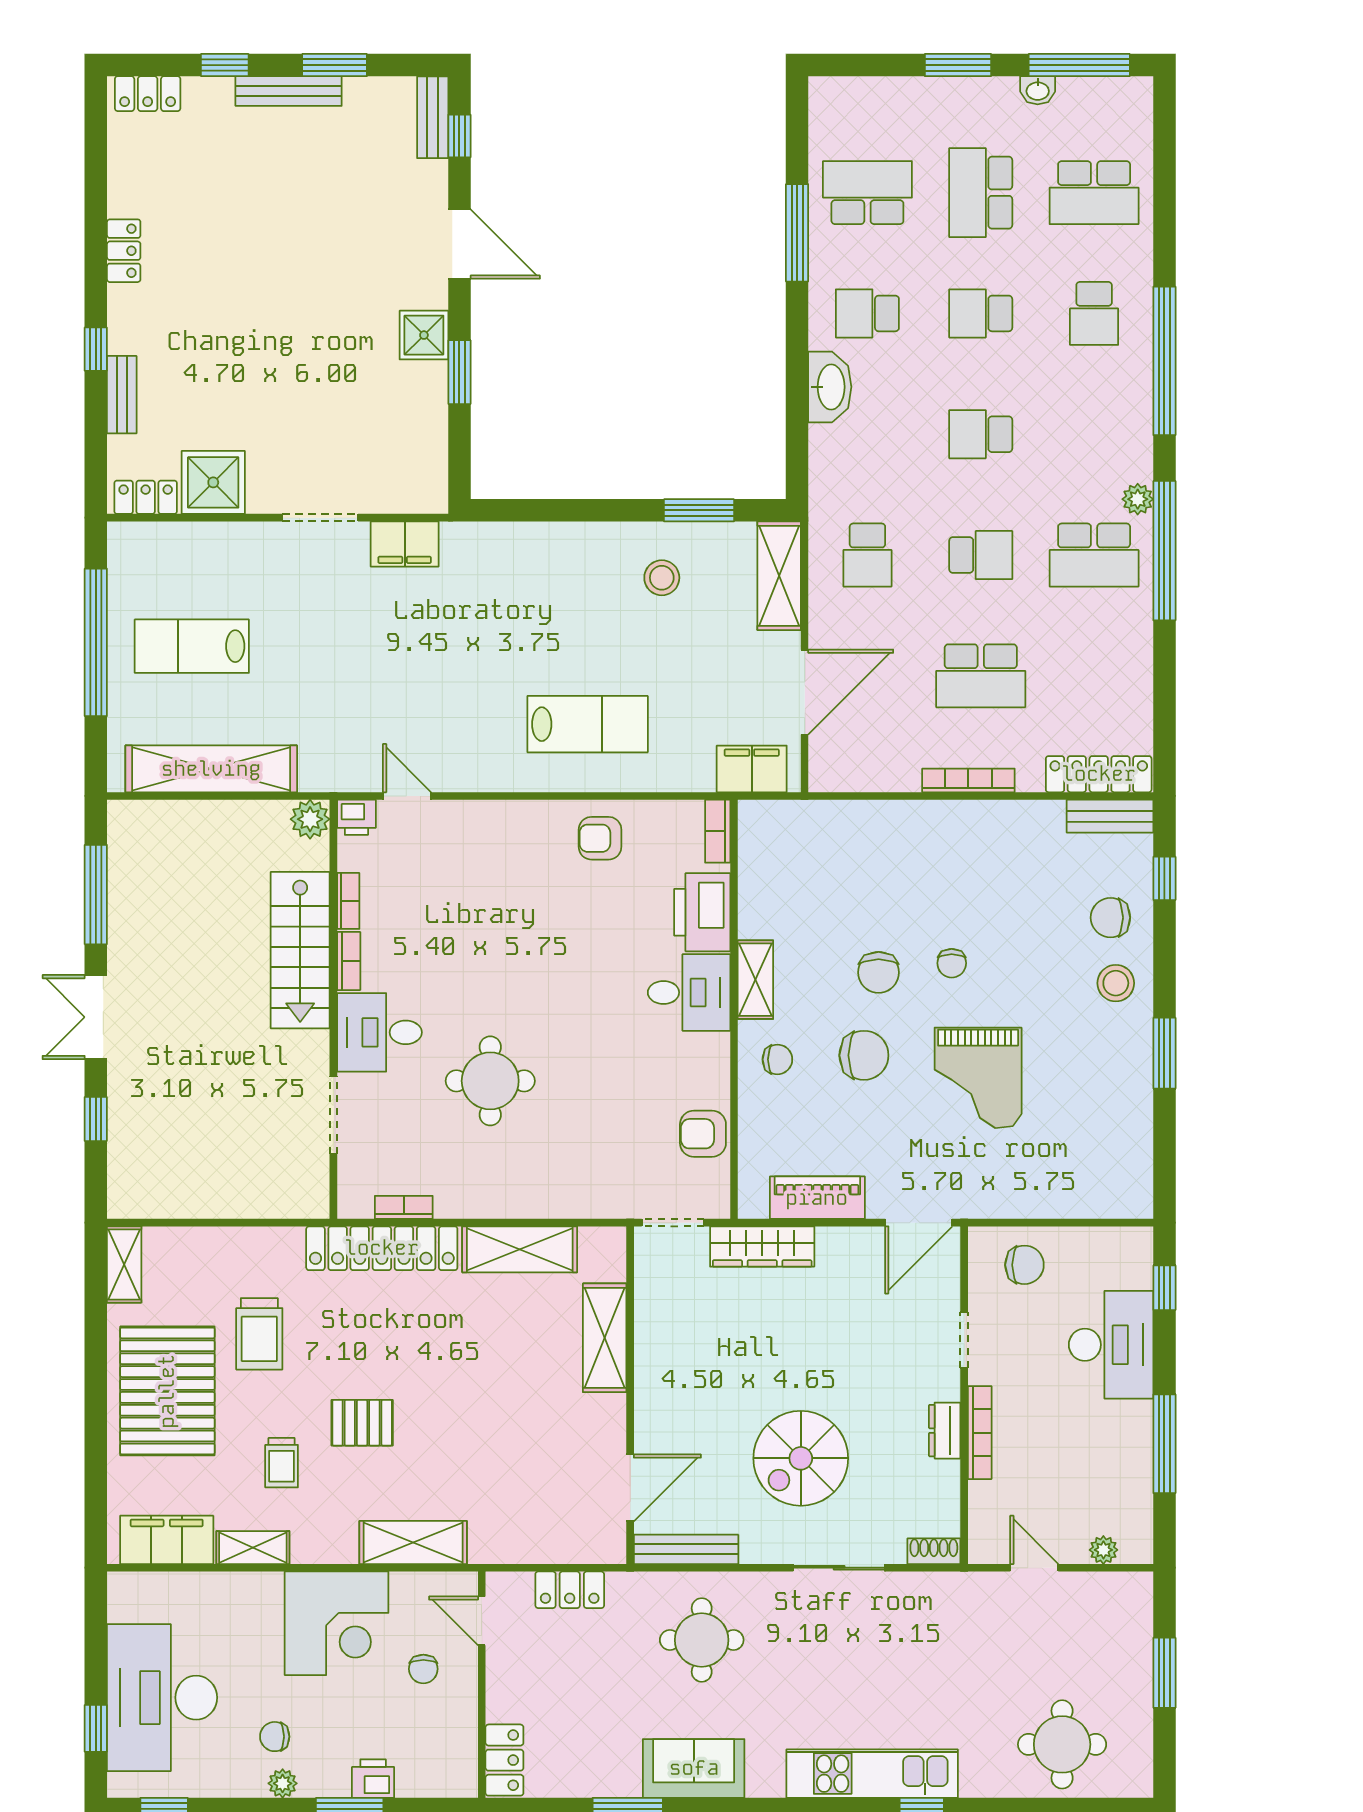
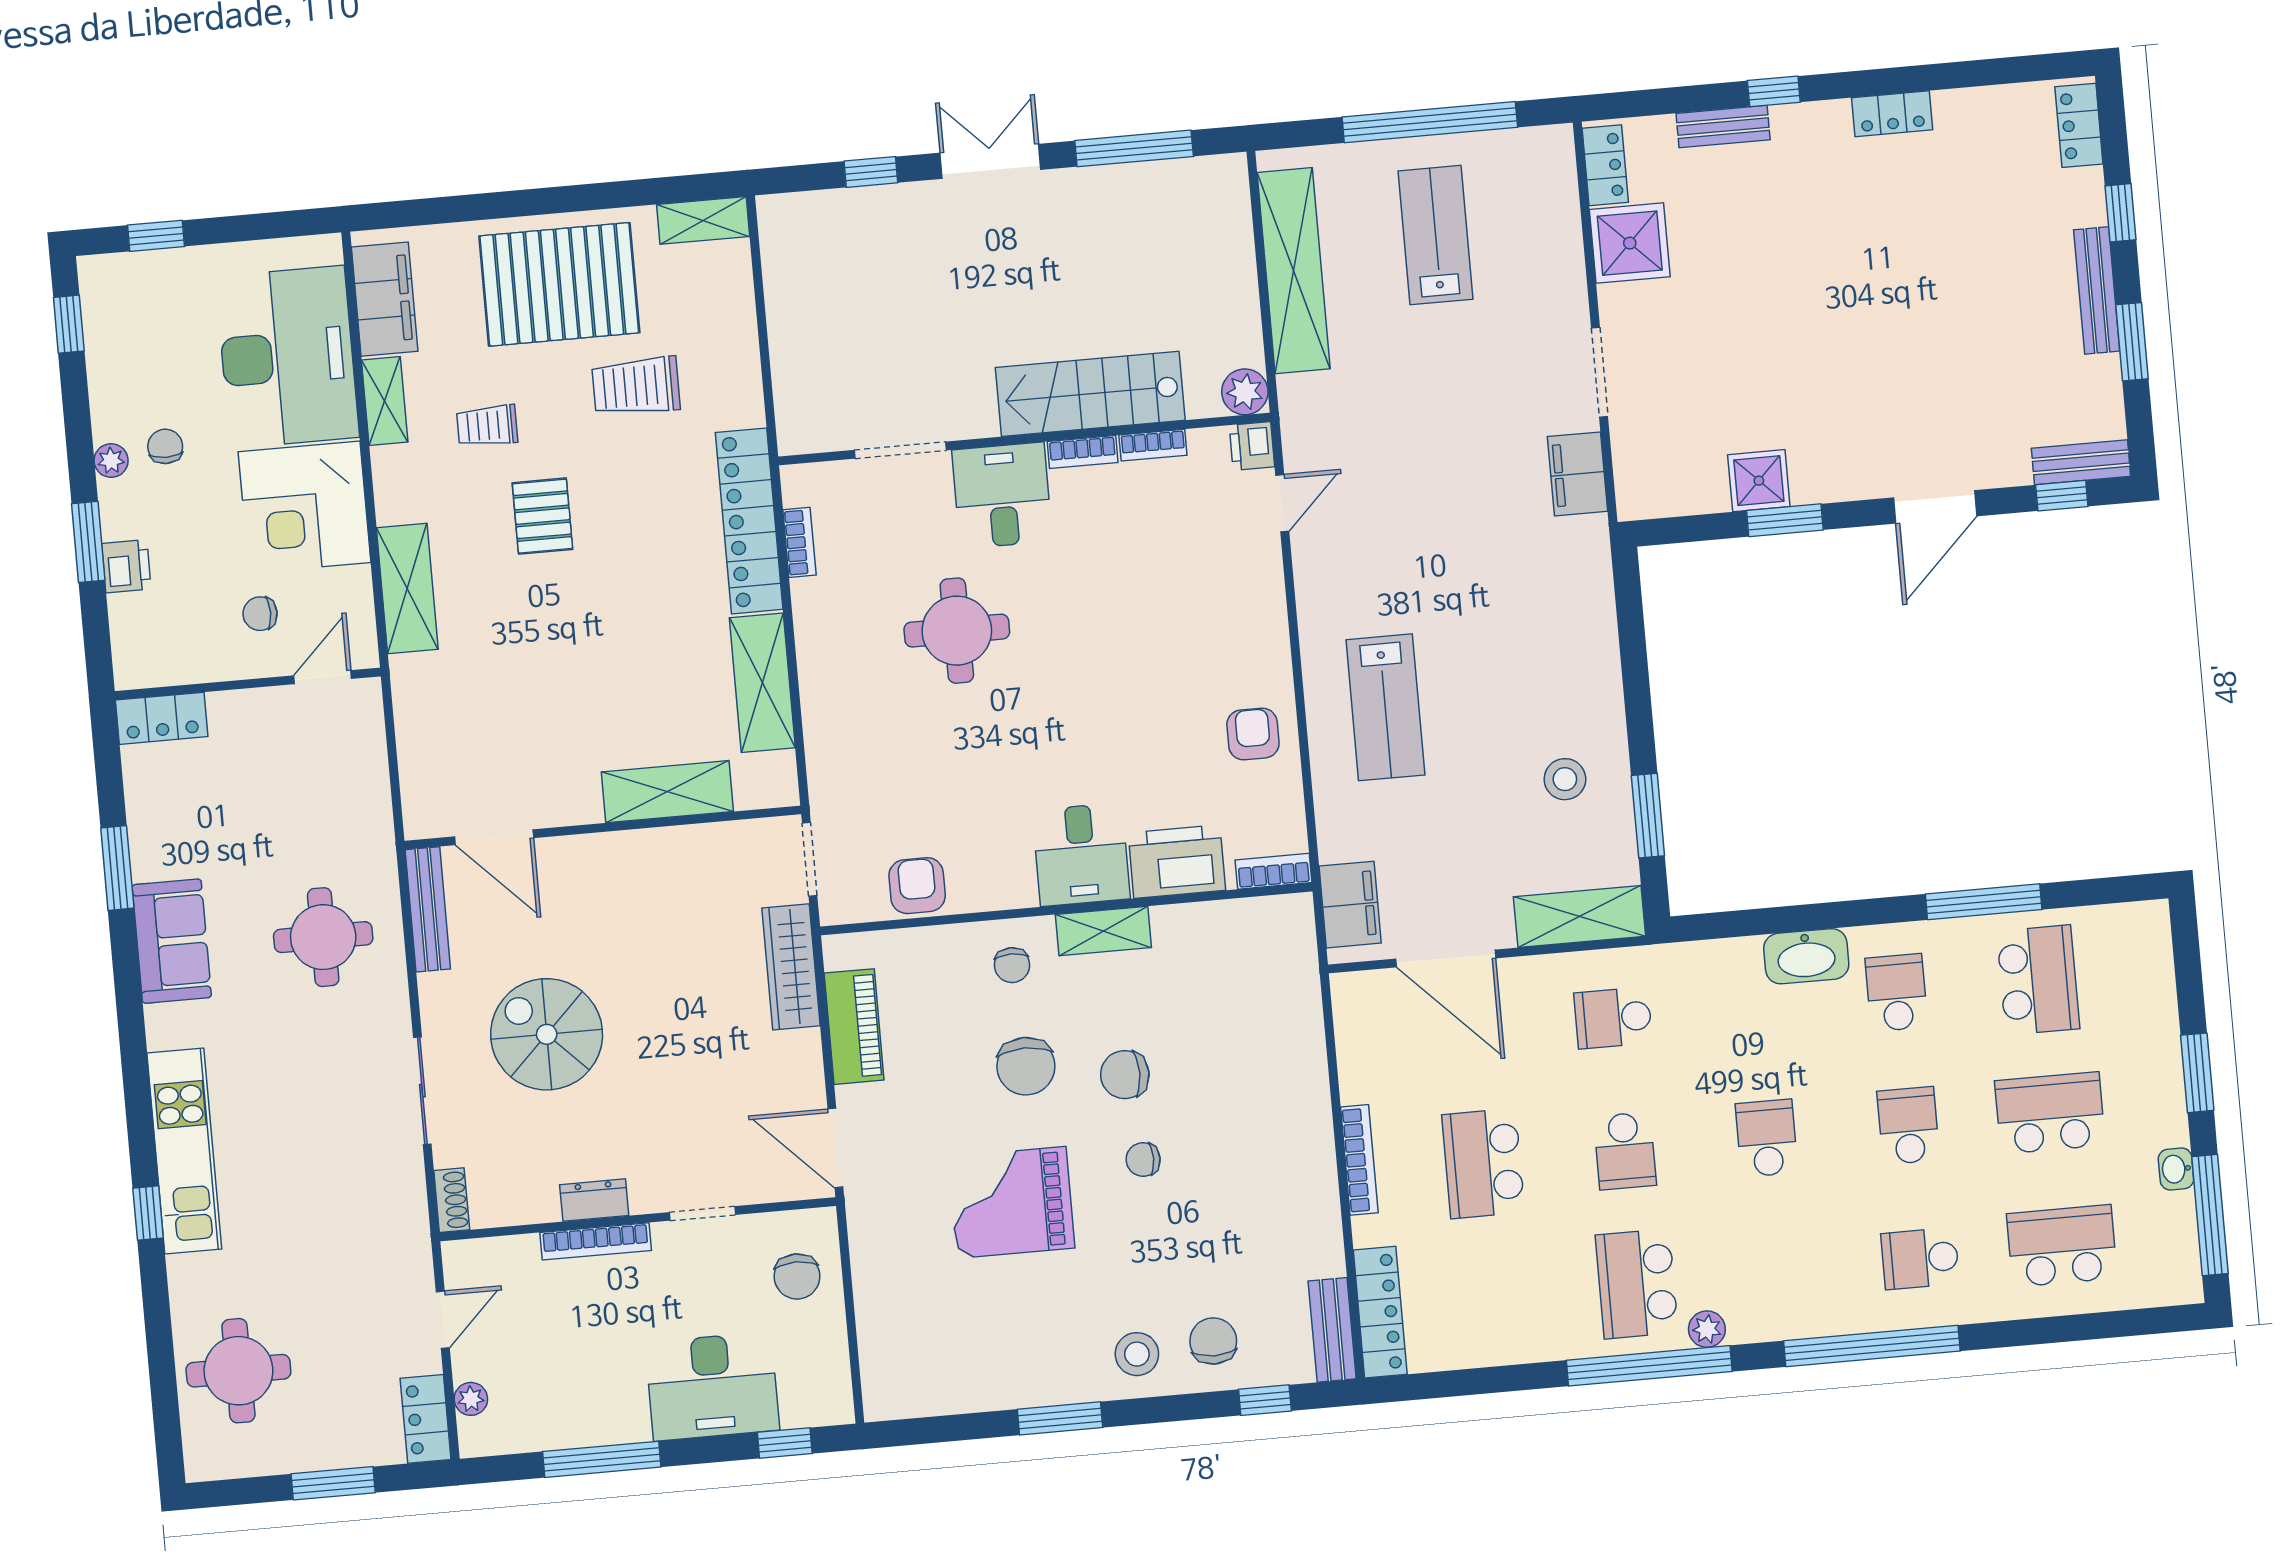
school desk: (1094, 193) -> (2062, 1246), turned 90
shower: (424, 335) -> (1759, 481), moved
locker: (570, 1590) -> (426, 1419), moved
desk: (162, 1698) -> (287, 357), moved, turned 90

